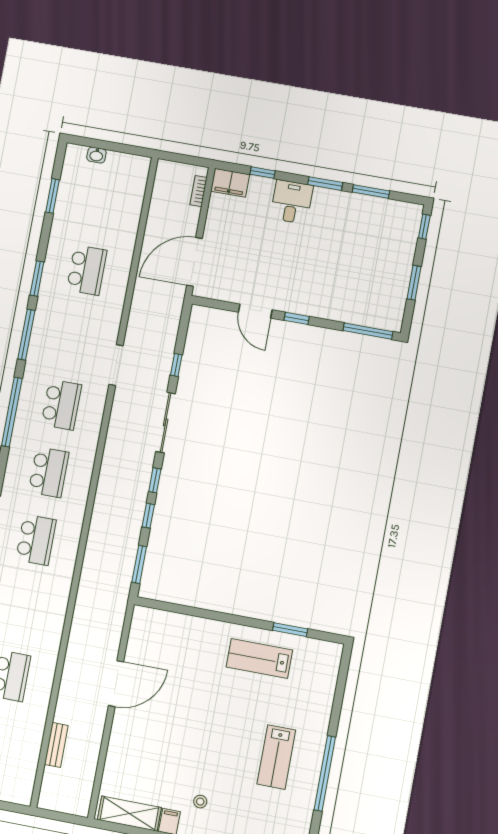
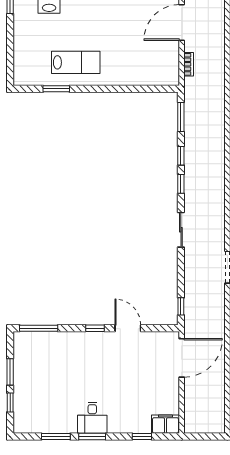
bookcase: (199, 191) -> (189, 64), moved
desk: (292, 202) -> (92, 418), moved
window: (424, 227) -> (10, 403), moved
window: (176, 365) -> (181, 306), moved
sliding door: (166, 423) -> (181, 230), width x0.73

